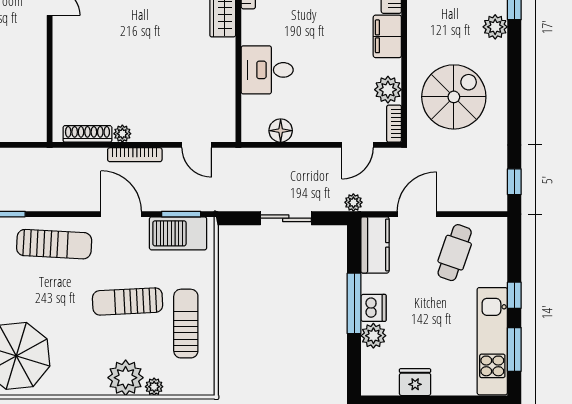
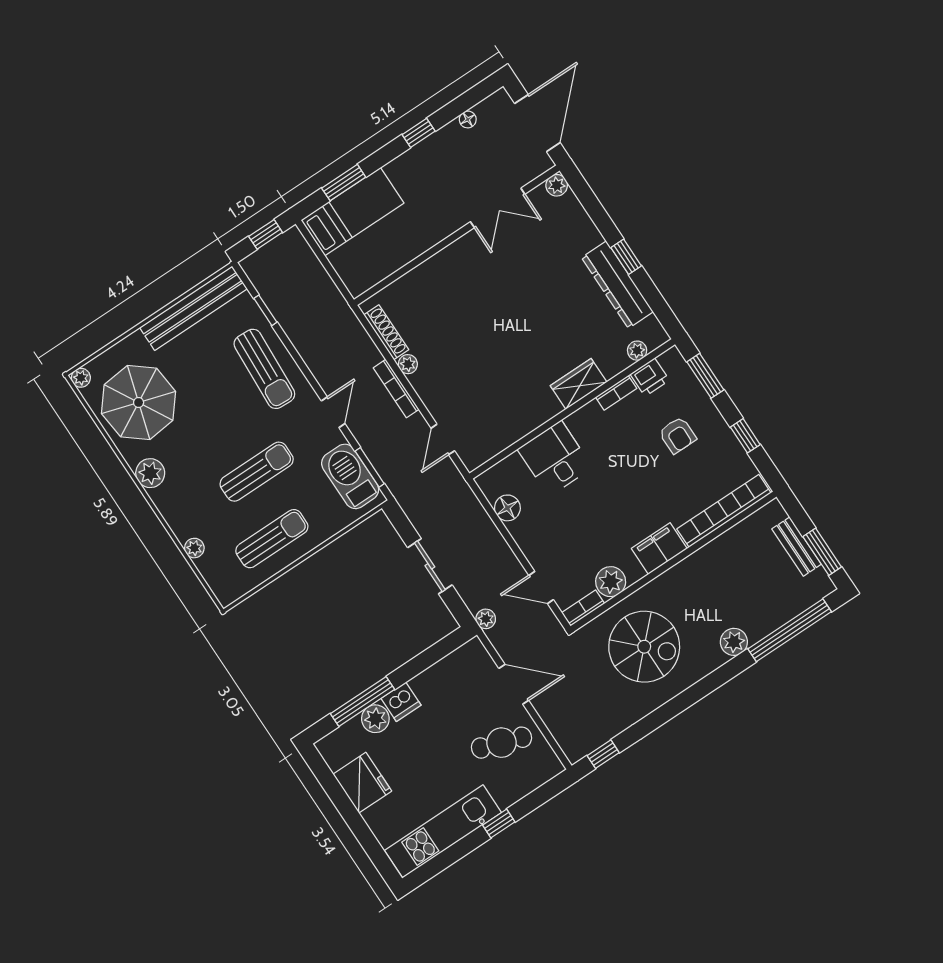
door: (121, 214) -> (333, 412), width x0.73
kitchen counter: (375, 245) -> (460, 665), removed
sun lounger: (128, 301) -> (257, 472), turned 93
window: (354, 303) -> (362, 702), moved
window: (514, 349) -> (449, 857), removed
plant: (126, 378) -> (150, 473), moved, width x0.73, depth x0.73
fridge: (415, 382) -> (362, 783), width x1.36, depth x1.34

